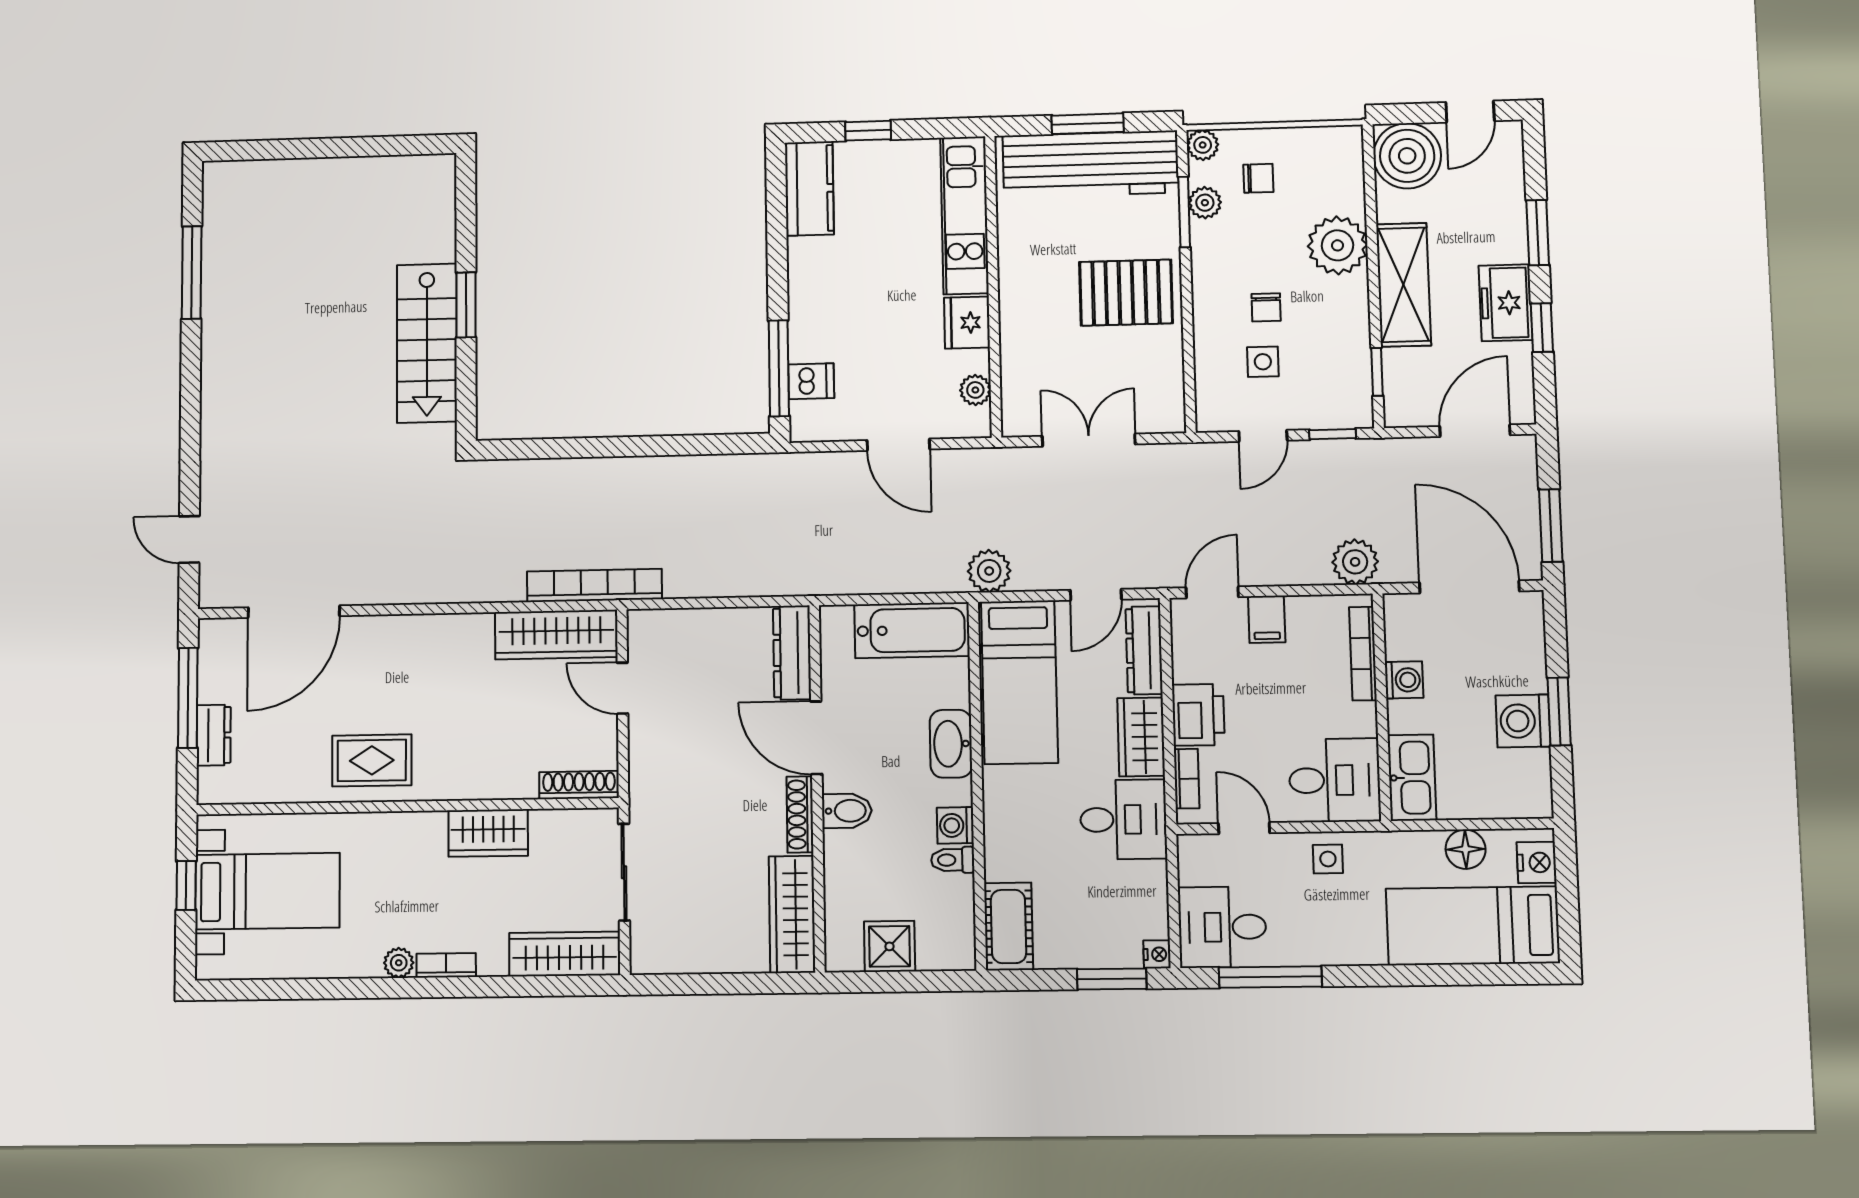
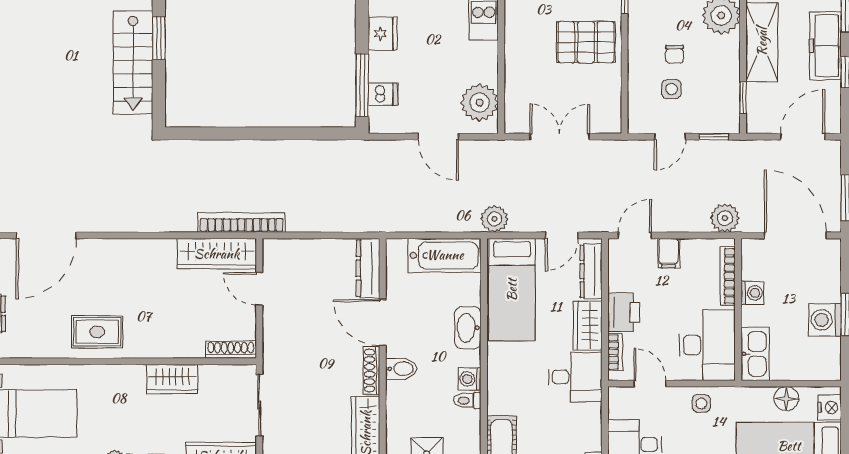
freezer: (1506, 303) -> (825, 46), width x1.40
fridge: (967, 323) -> (383, 34), moved, turned 180
plant: (975, 390) -> (480, 103), width x1.87, depth x1.87
desk: (1335, 780) -> (707, 345), width x1.37

